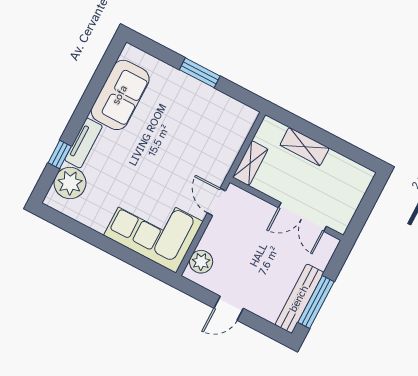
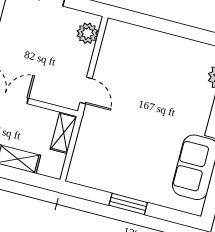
corner sofa: (153, 228) -> (138, 53), removed

